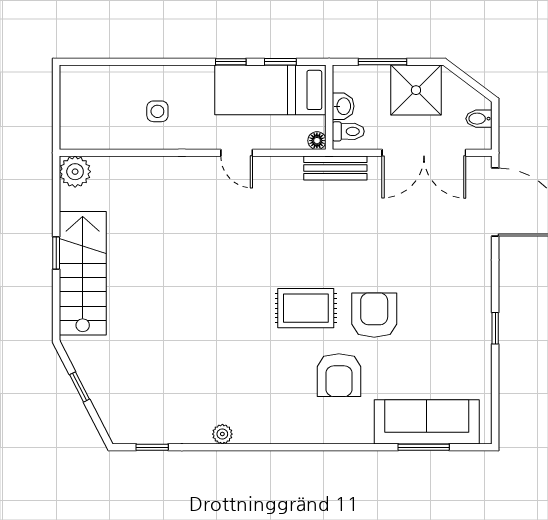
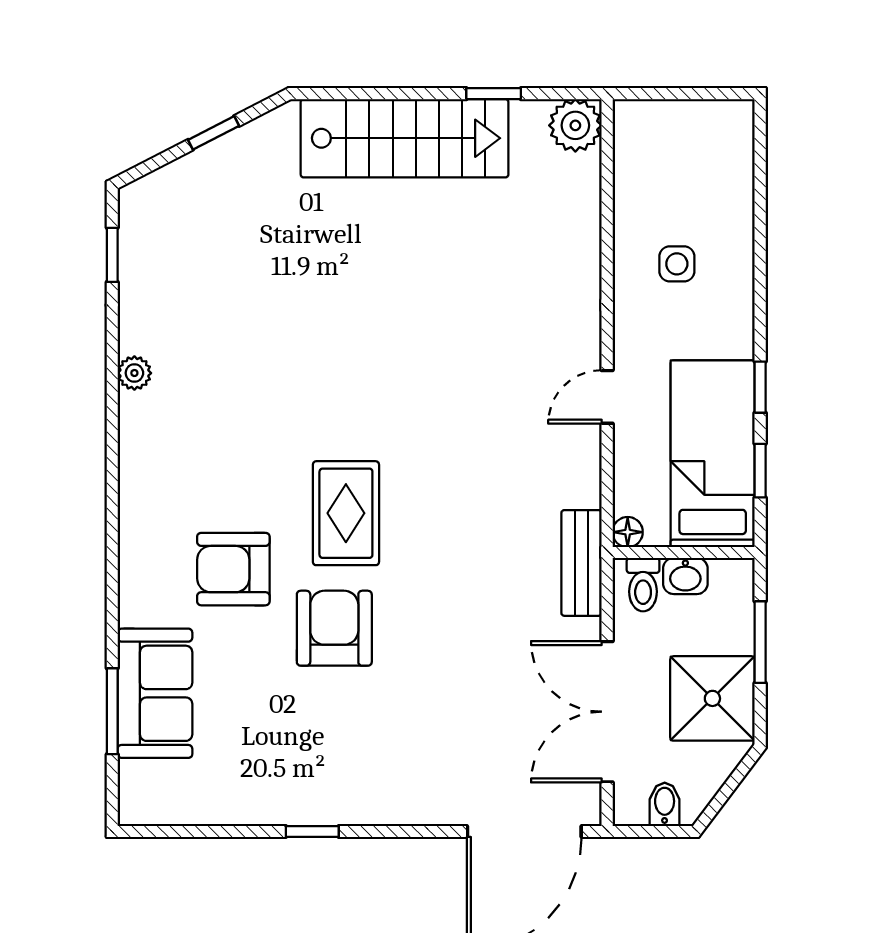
window: (56, 253) -> (494, 94), moved
armchair: (374, 315) -> (334, 628), turned -90
sofa: (427, 422) -> (155, 693), width x0.73

